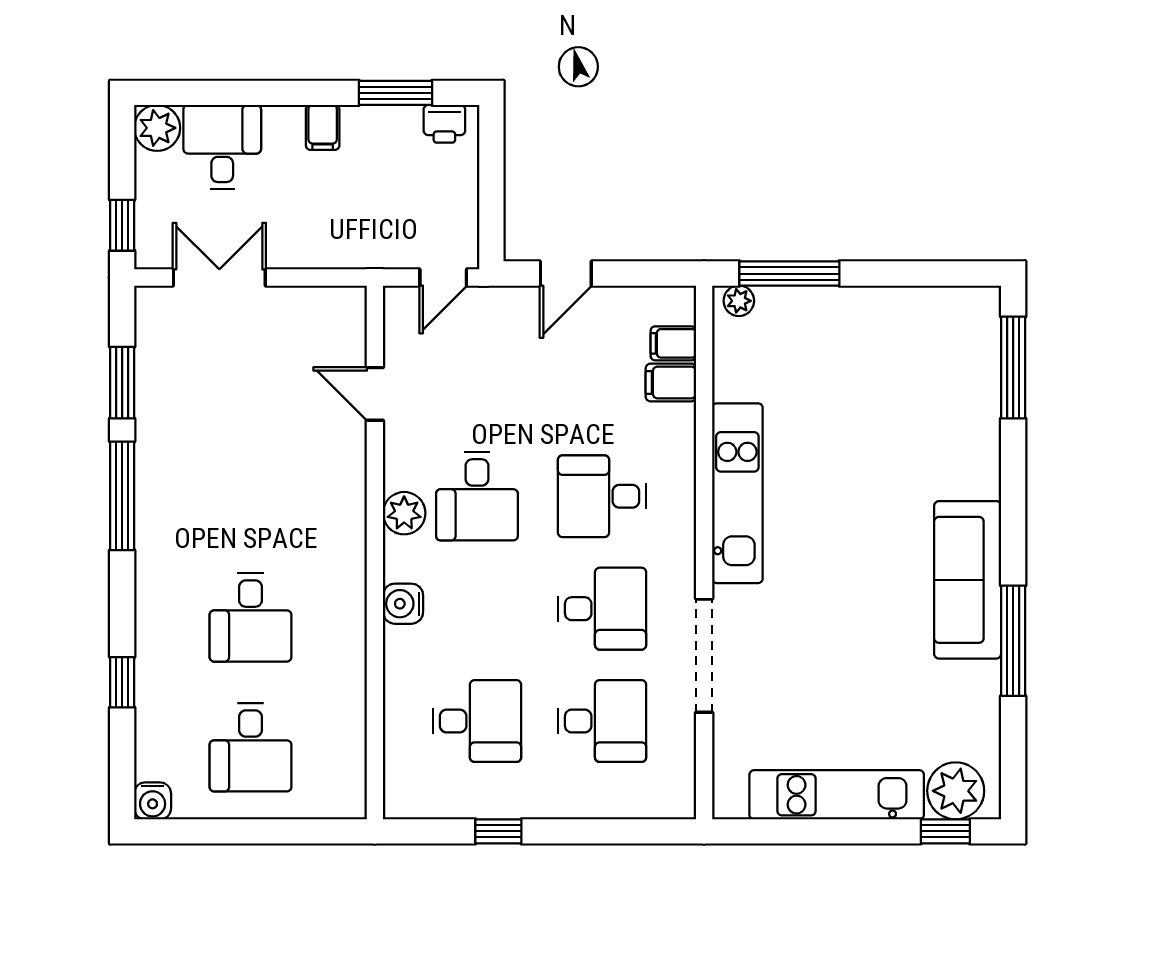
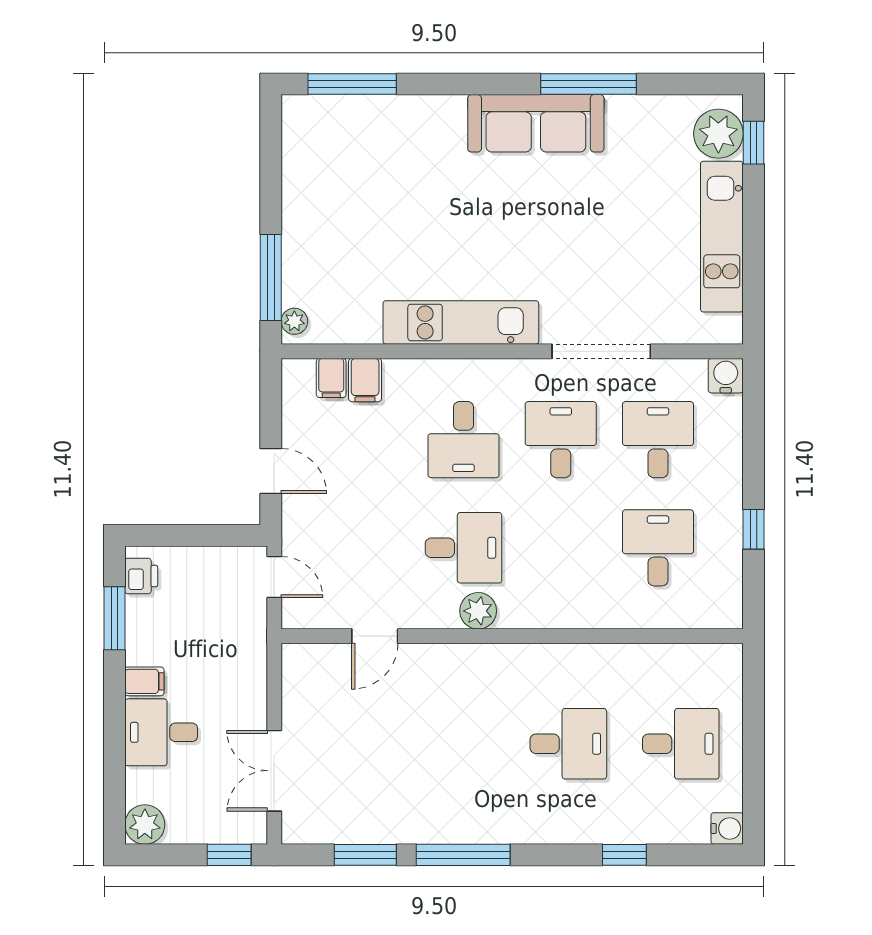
desk: (222, 147) -> (161, 732), moved
water cooler: (403, 604) -> (726, 376), moved, turned 180

